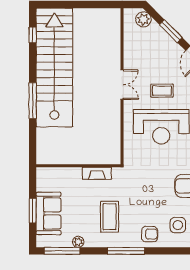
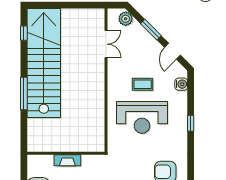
double door: (122, 85) -> (106, 44), moved
fireplace: (97, 173) -> (67, 160), moved

